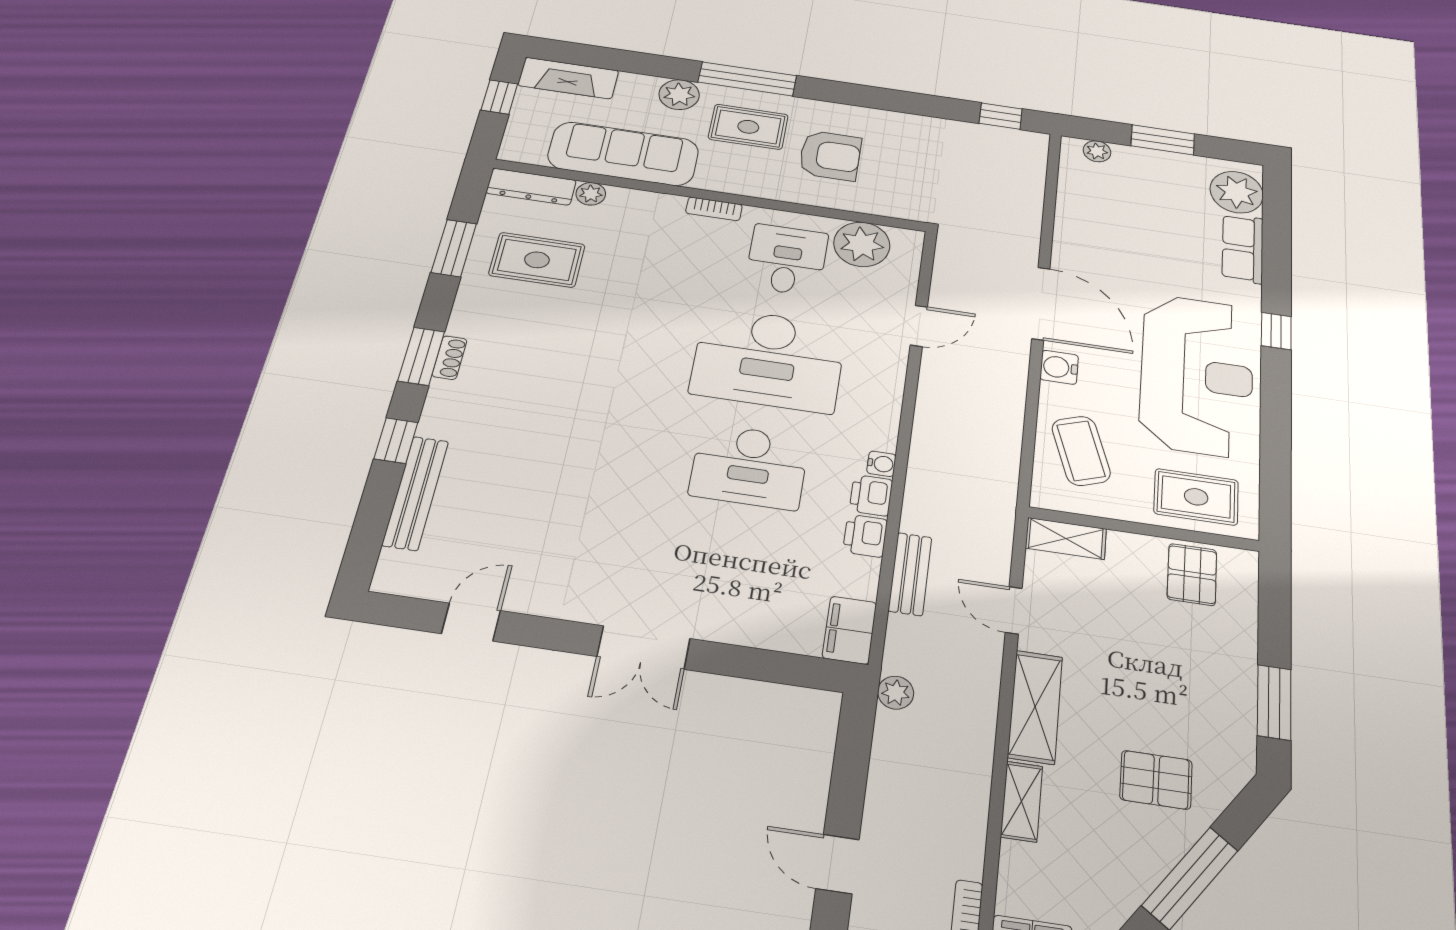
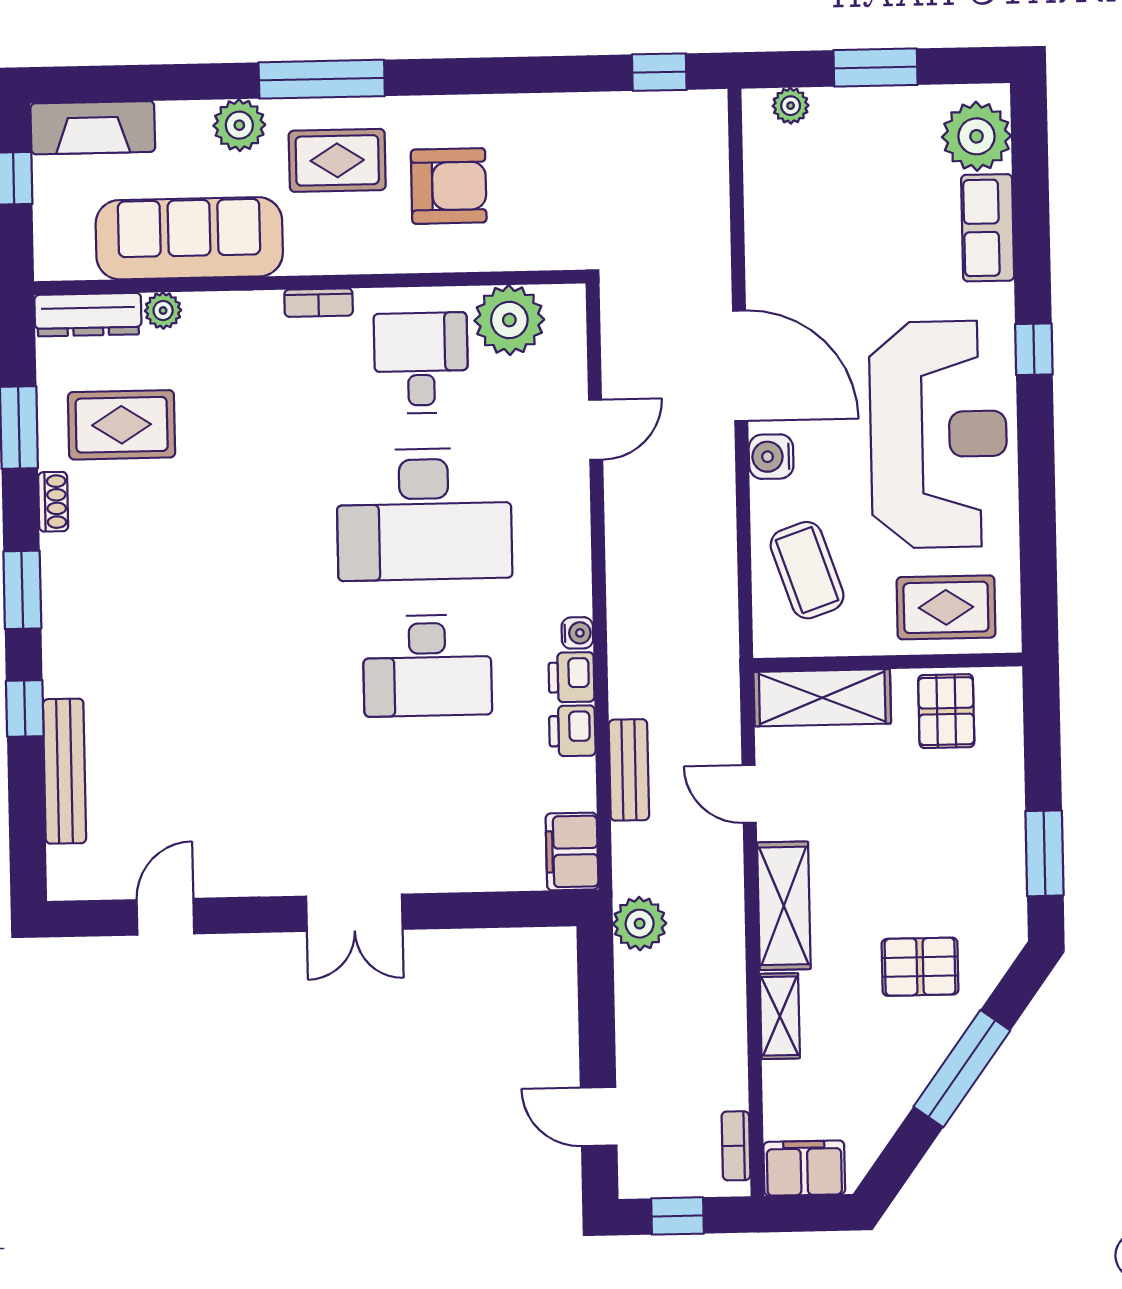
shoe rack: (449, 358) -> (53, 502), moved
shelving: (1066, 538) -> (822, 698), width x1.50, depth x1.33
plant: (896, 693) -> (640, 924), width x1.38, depth x1.38

